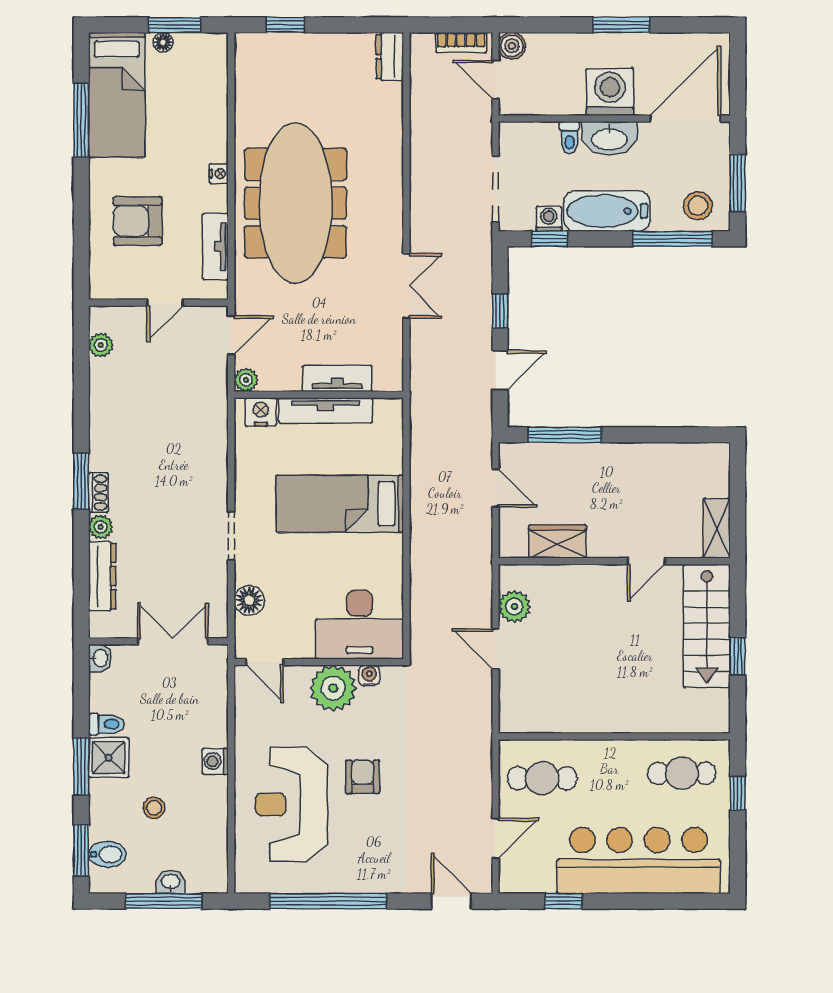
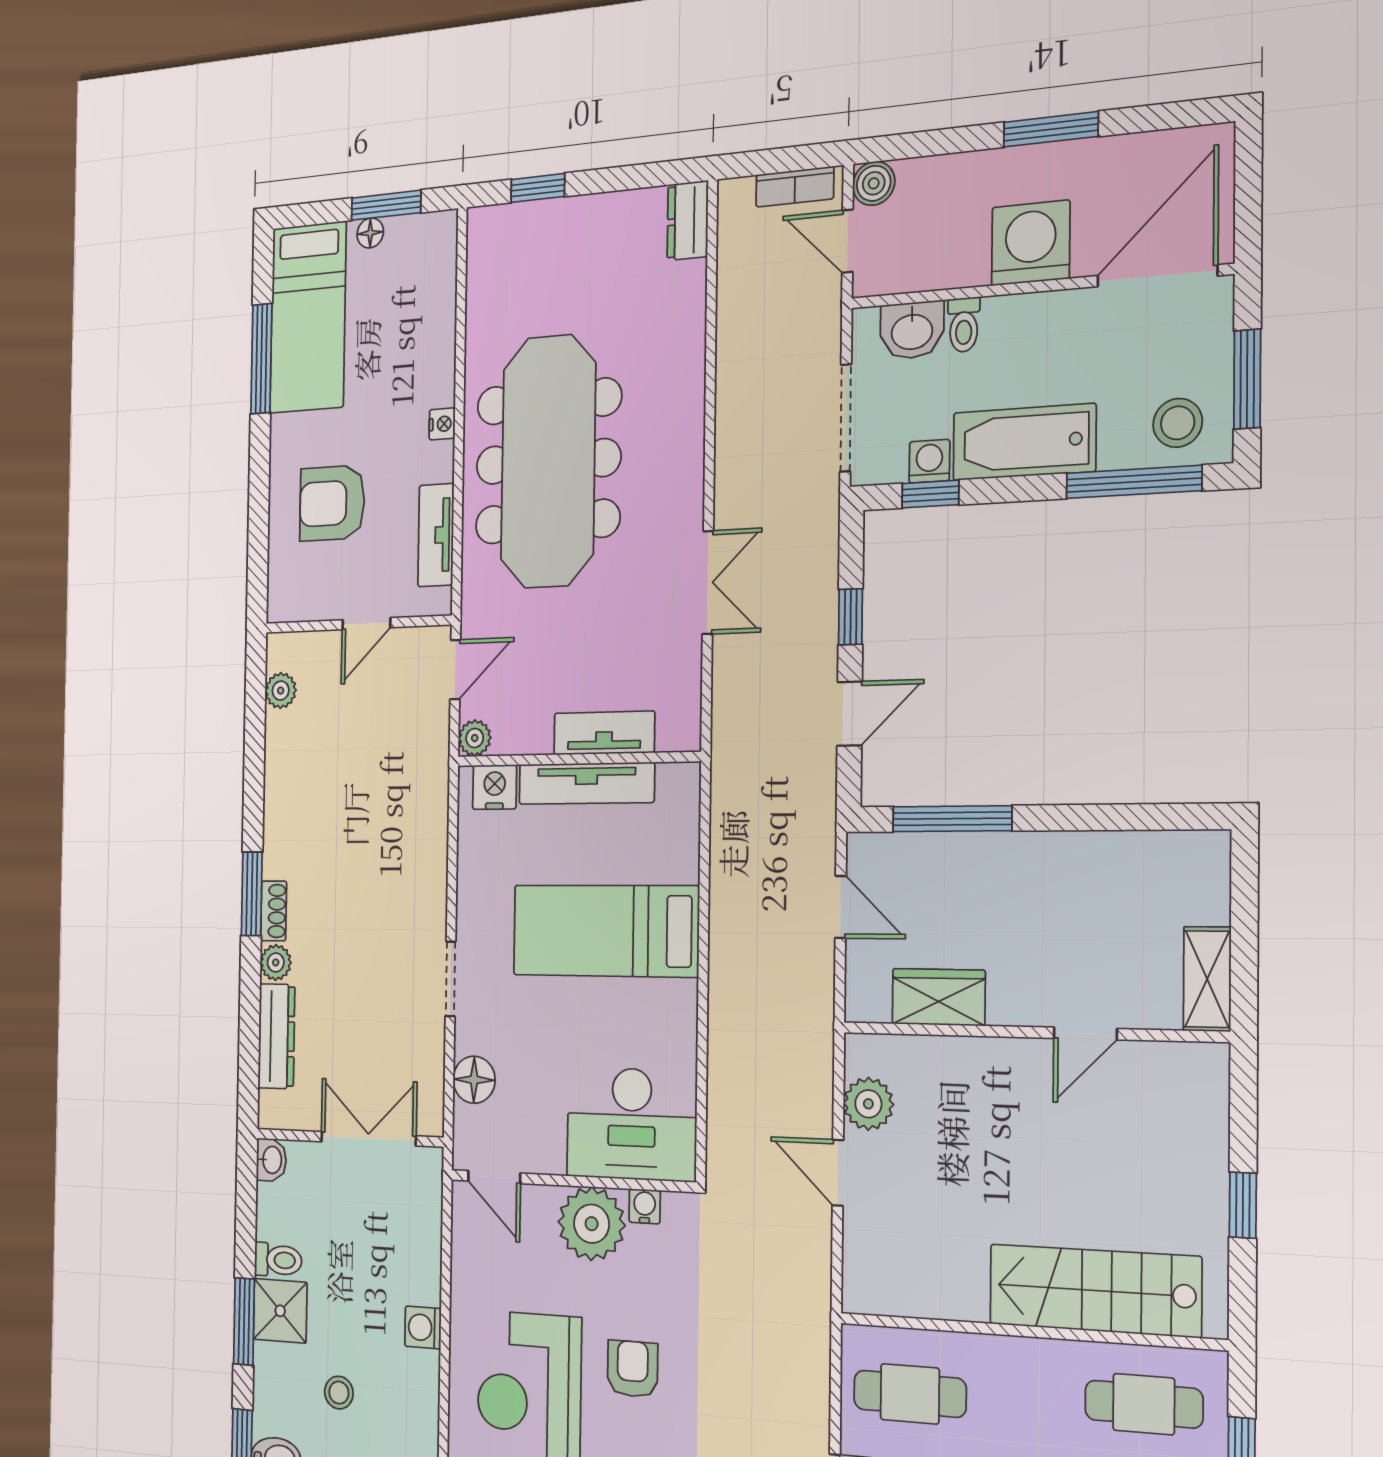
washbasin: (609, 138) -> (912, 330), moved, width x0.72
stairs: (707, 626) -> (1095, 1290), moved, turned 90

